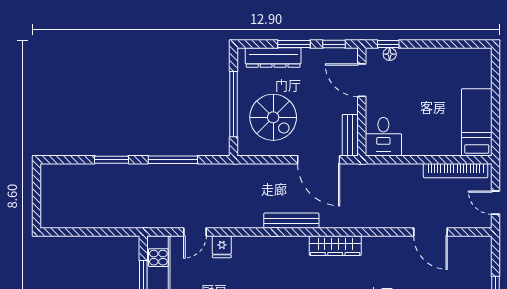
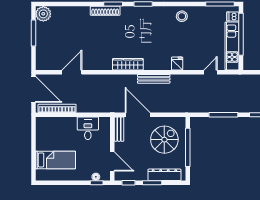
spiral stairs: (273, 117) -> (164, 140), turned 90
bed: (477, 122) -> (55, 160), moved, turned -90
desk: (383, 137) -> (88, 128), moved
door: (496, 203) -> (34, 89), width x1.88
door: (430, 232) -> (72, 72), hinge flipped
fridge: (222, 247) -> (177, 63), moved

